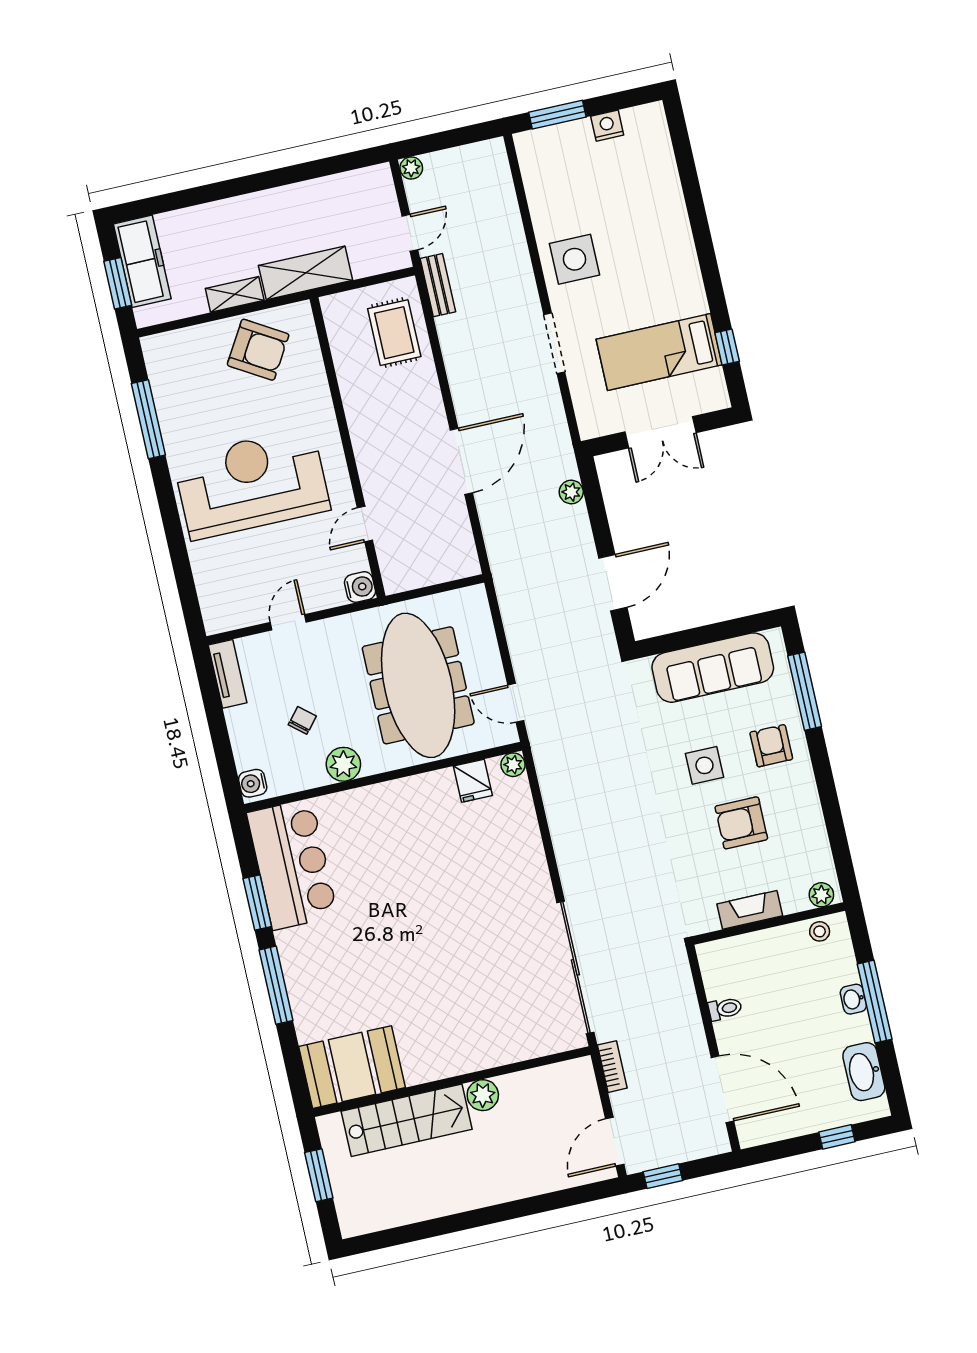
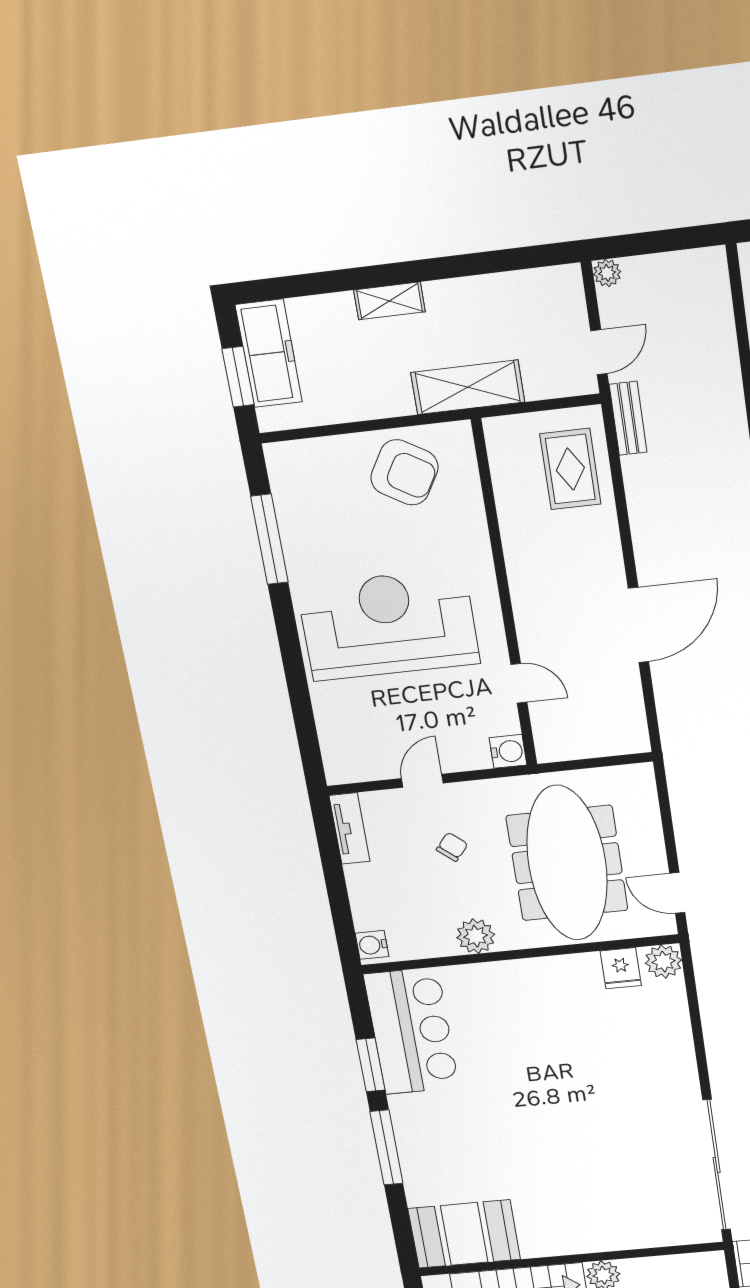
shelving: (235, 294) -> (389, 301), moved
door: (365, 524) -> (519, 683), swing flipped
chair: (302, 720) -> (452, 847), moved
plant: (513, 765) -> (663, 962), width x1.38, depth x1.38

